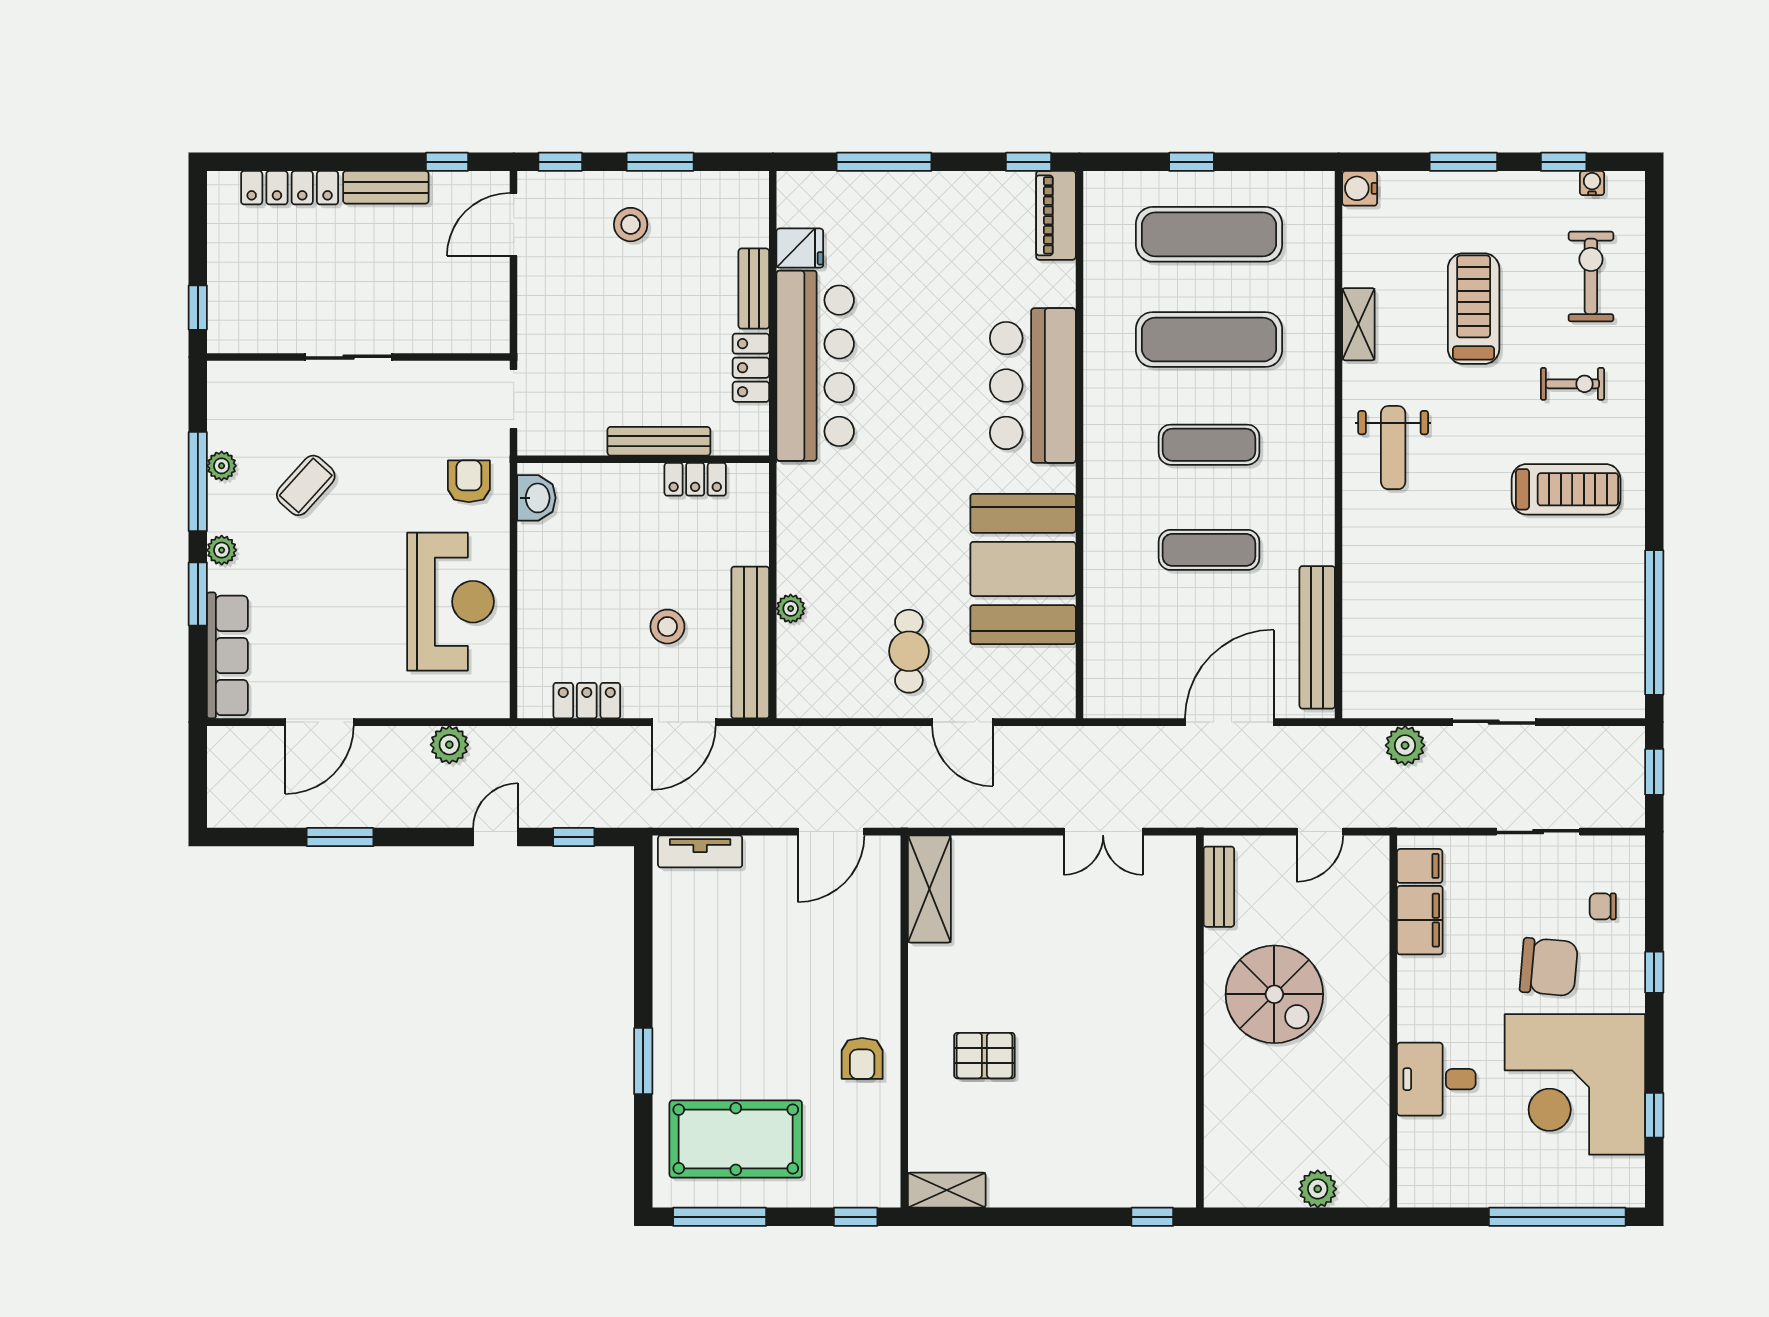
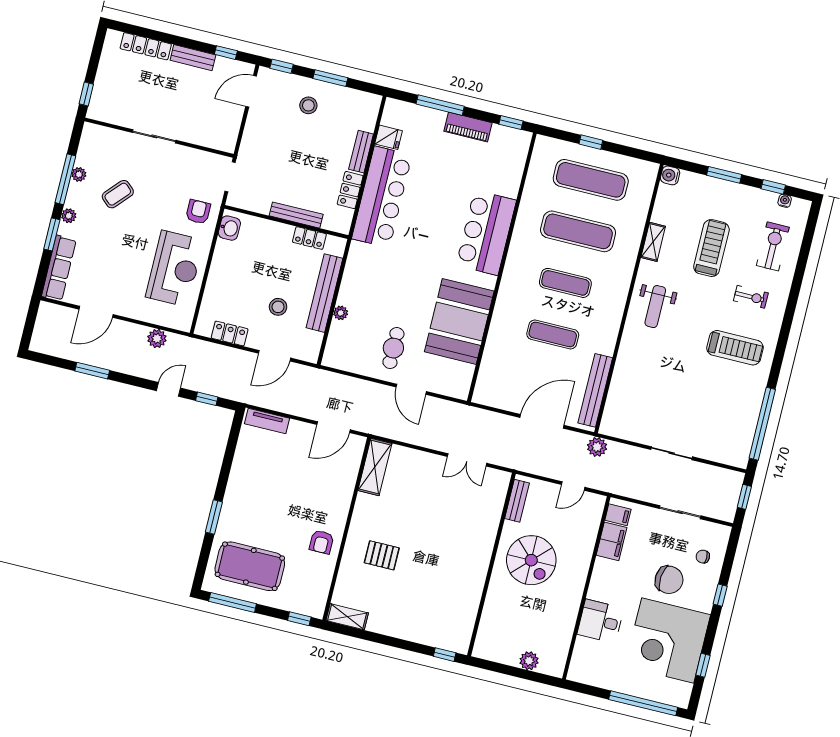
piano: (1056, 215) -> (468, 127), moved, turned -90
bench: (750, 643) -> (324, 293), moved
plant: (1405, 745) -> (597, 447), moved

